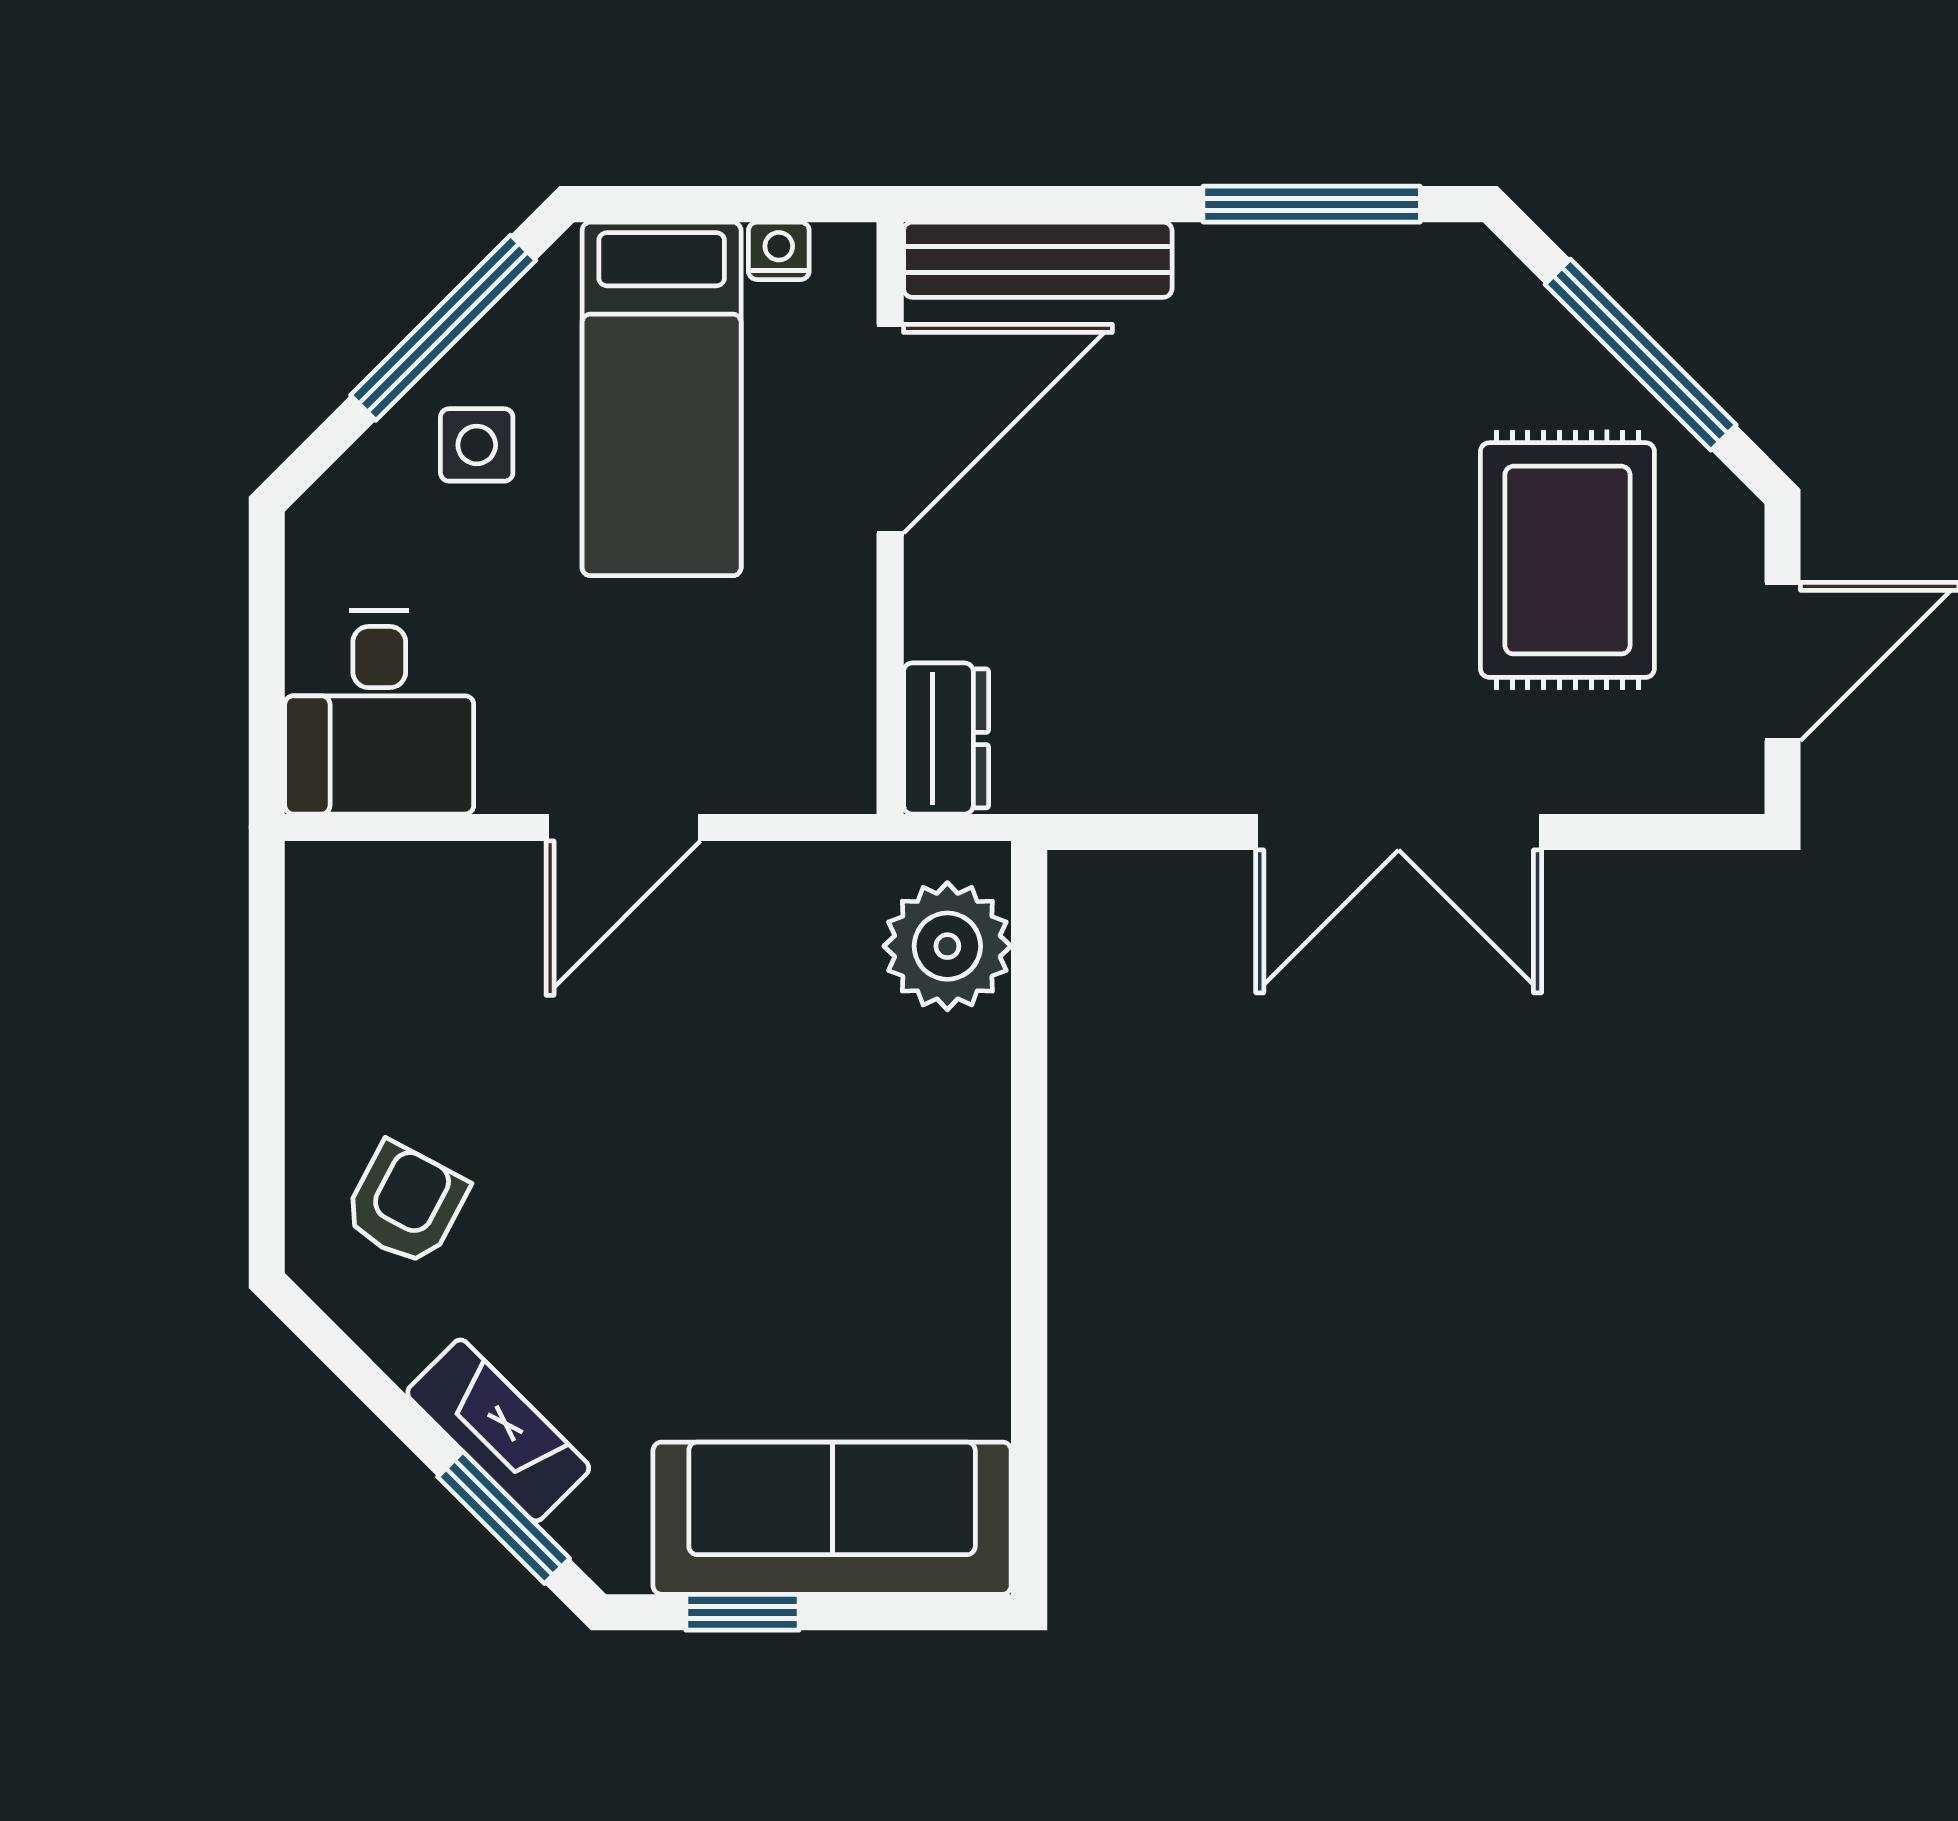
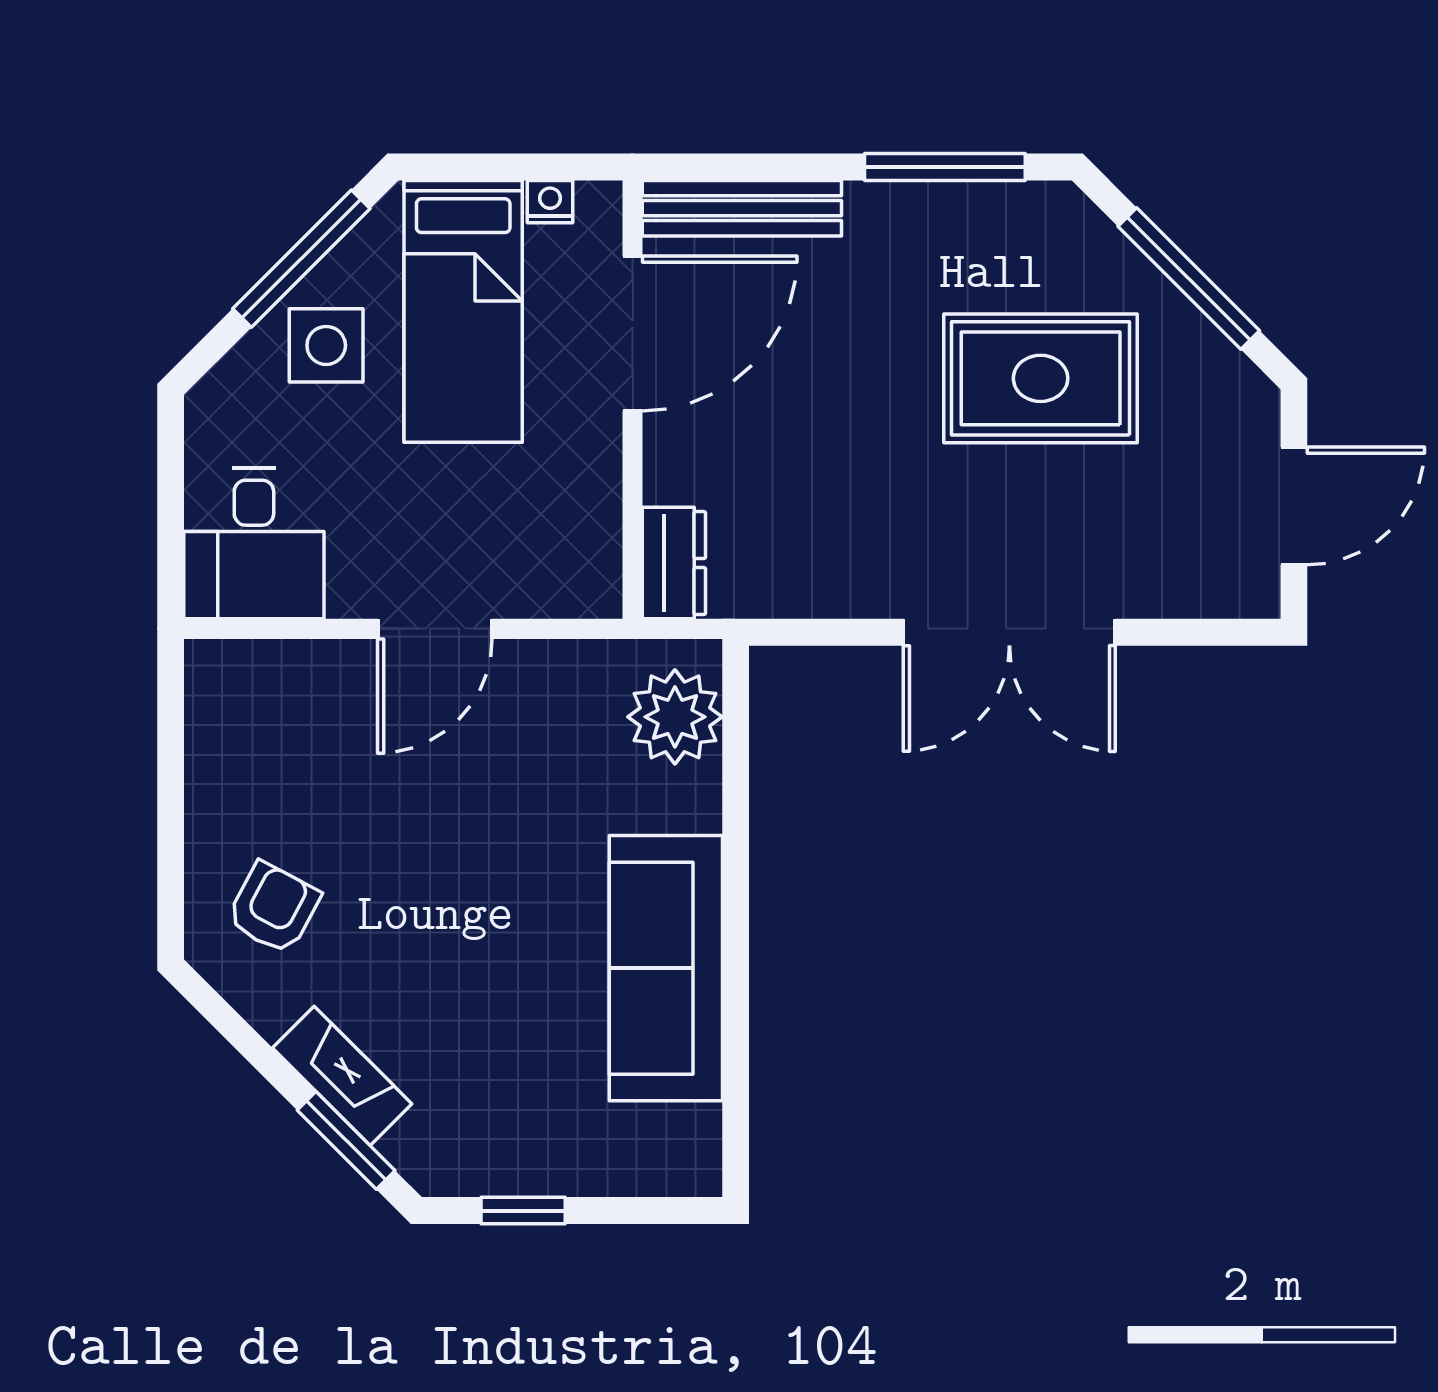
side table: (477, 445) -> (326, 345), width x1.37, depth x1.37
rug: (1567, 560) -> (1041, 378), moved, turned 90
sofa: (832, 1518) -> (666, 968), moved, turned -90

